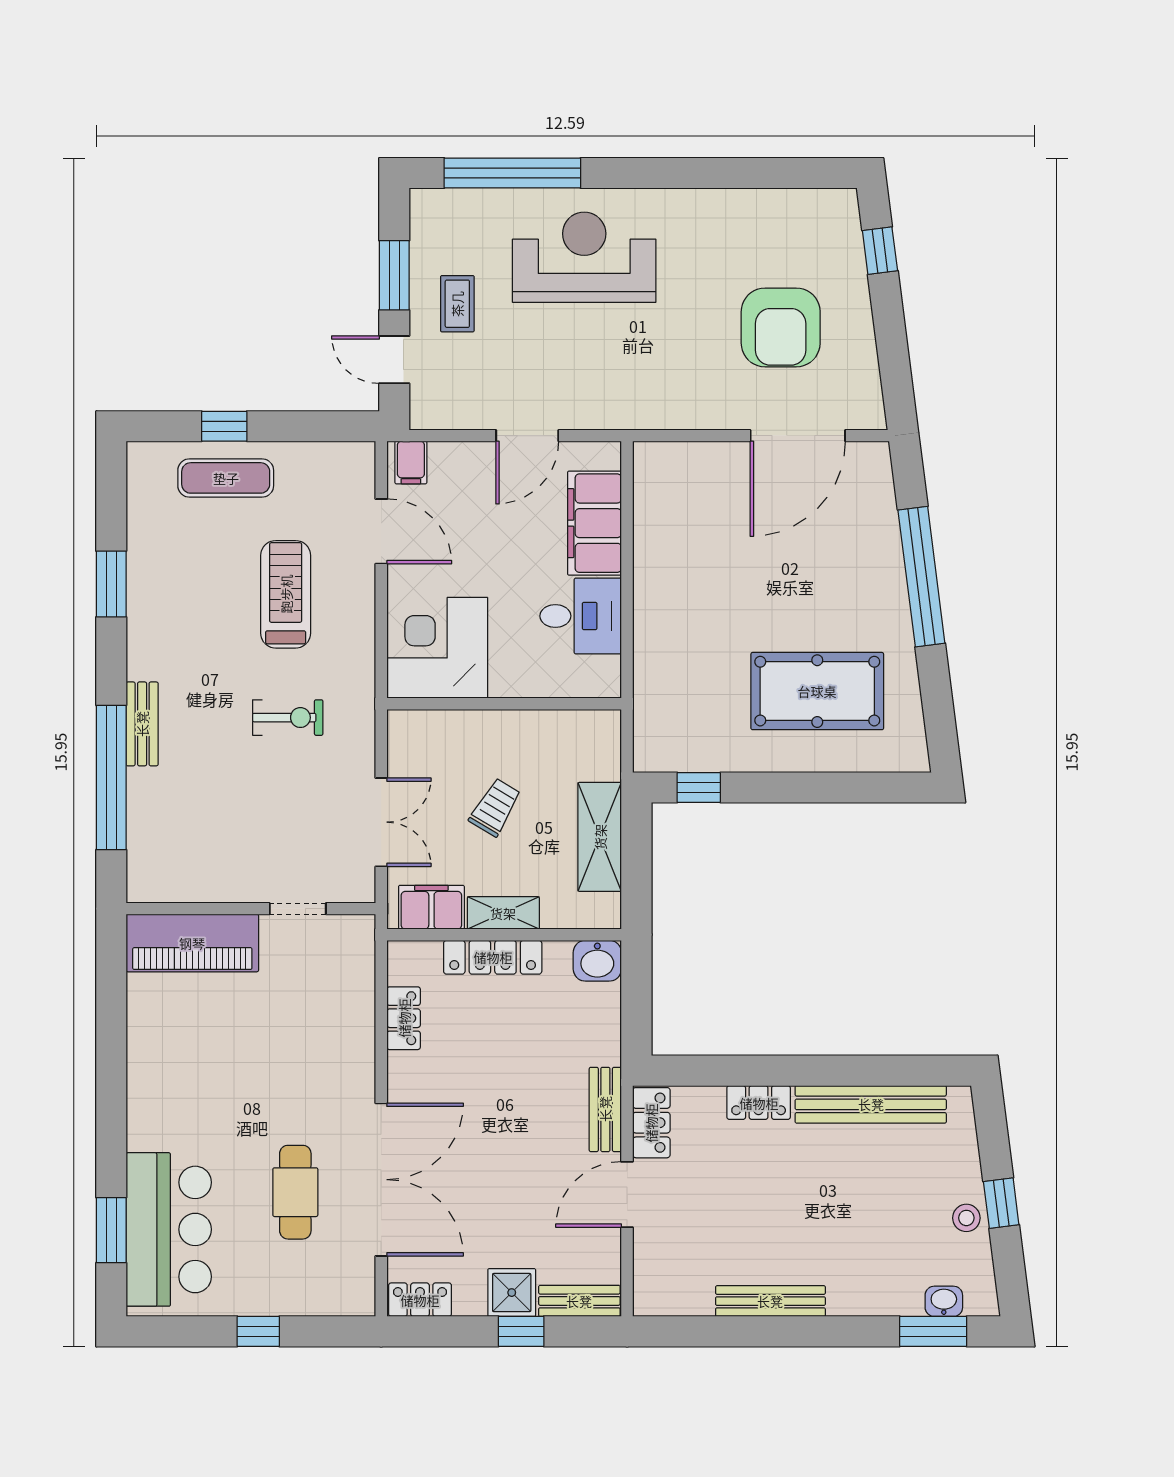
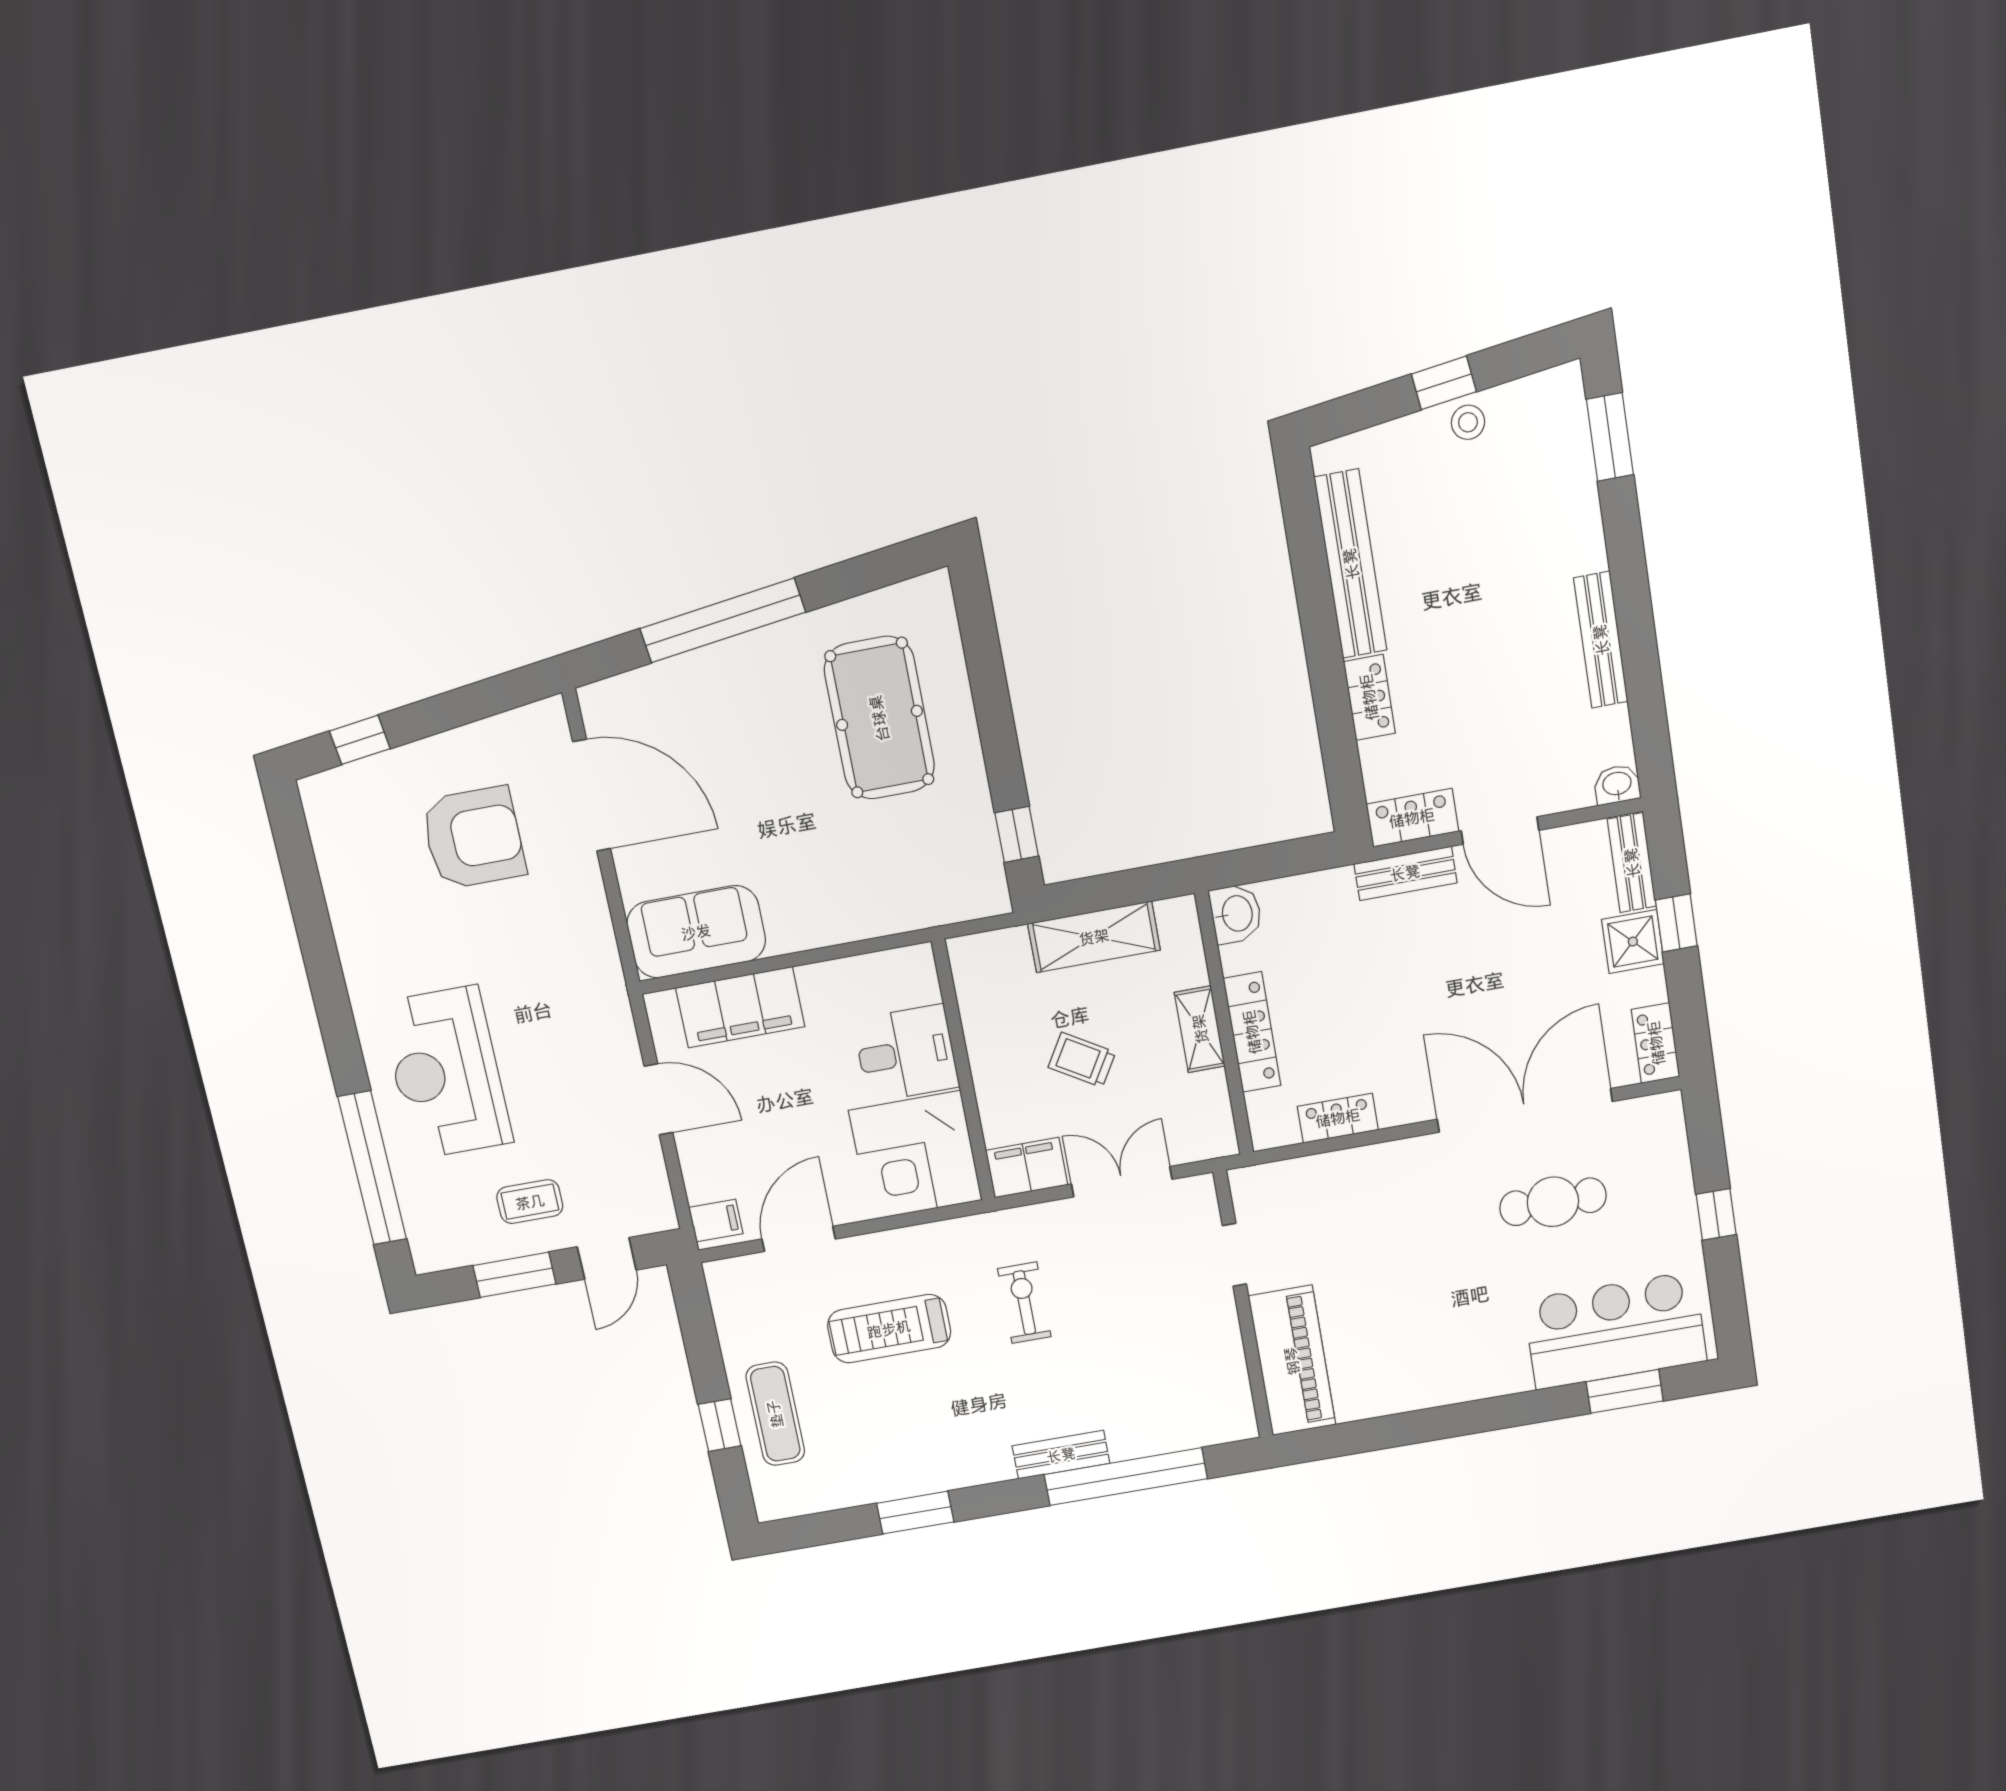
sofa: (666, 499) -> (696, 932), added
desk: (581, 616) -> (906, 1053), moved, turned 90
filing cabinet: (431, 907) -> (1027, 1168), moved, turned 90
washbasin: (944, 1301) -> (1617, 785), moved, turned 90

